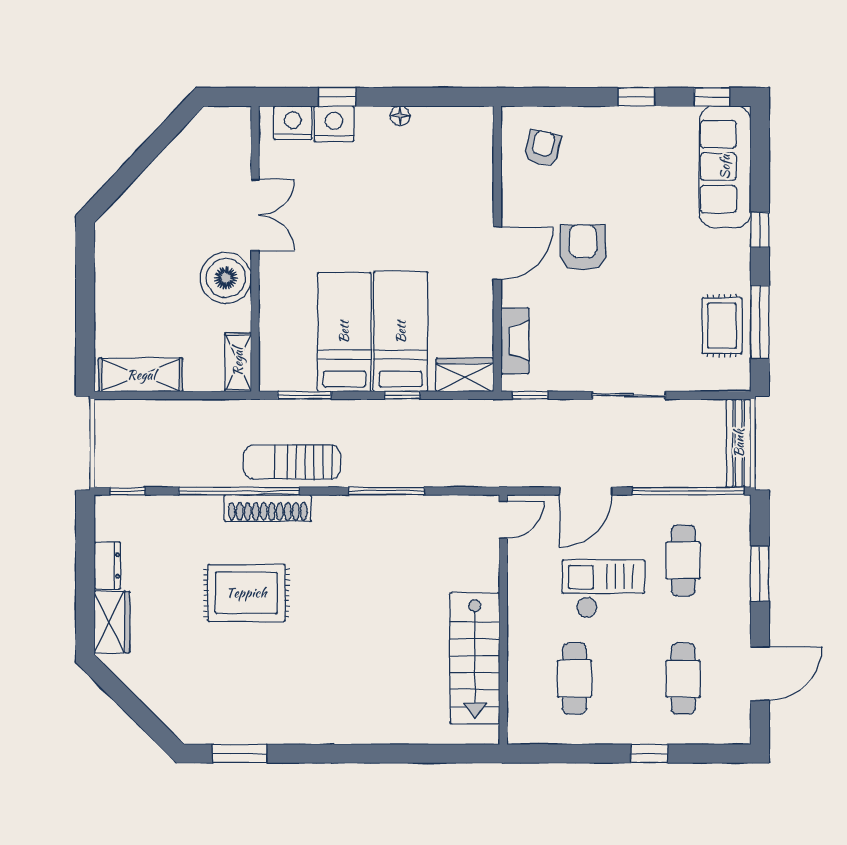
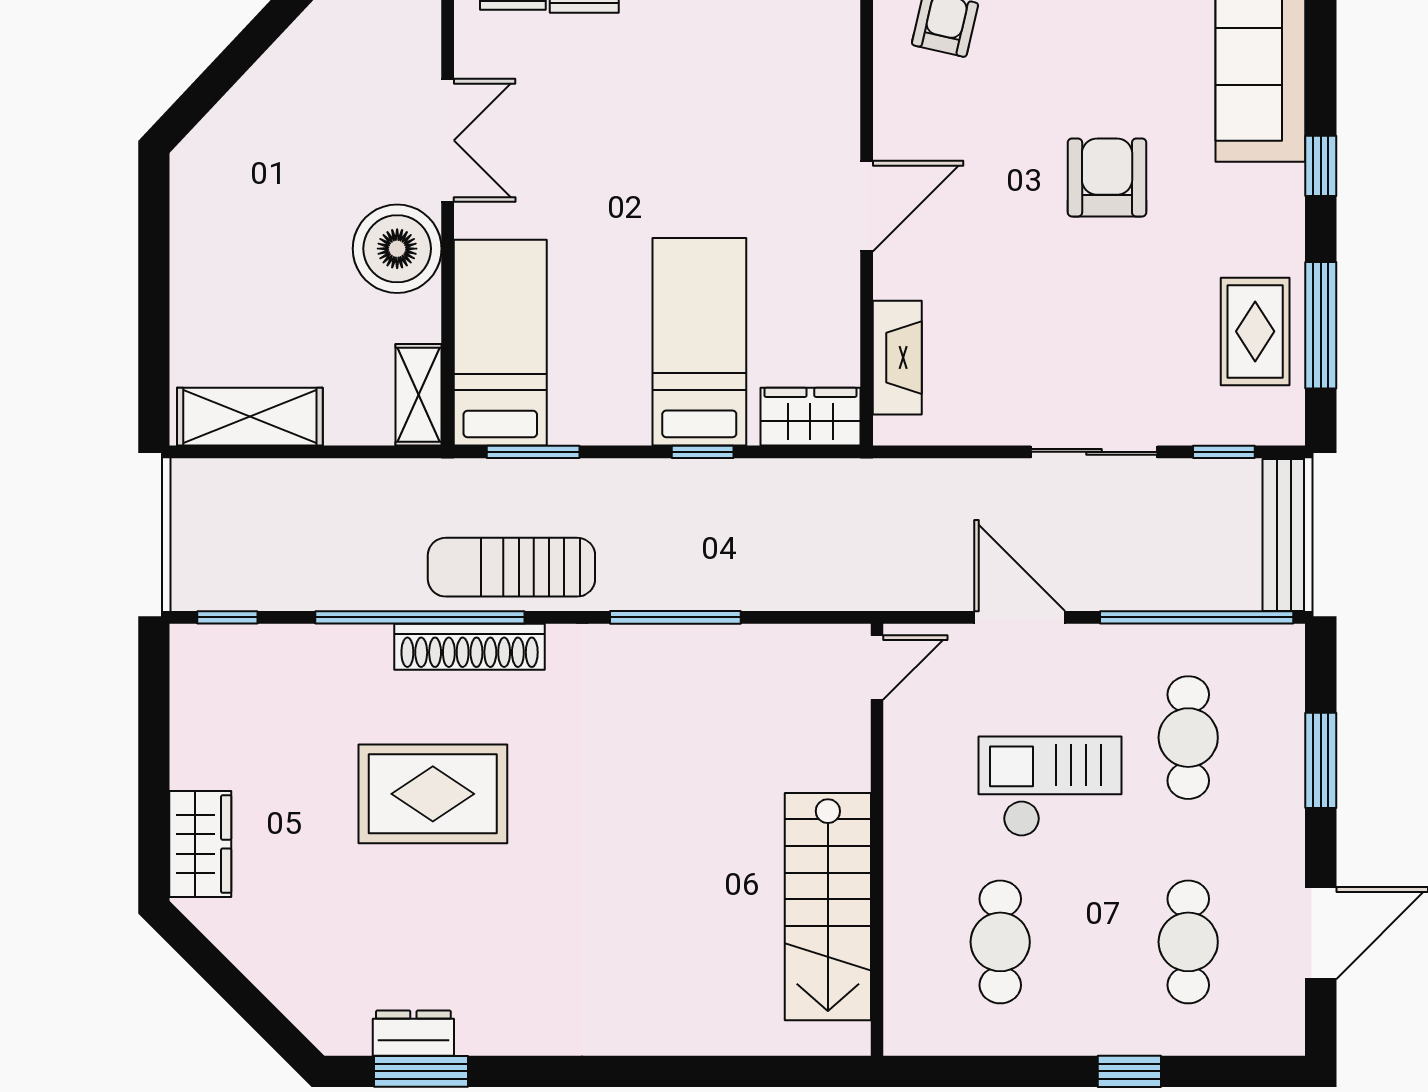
armchair: (583, 248) -> (1107, 178), moved
bed: (344, 332) -> (500, 343), moved
window: (530, 395) -> (1224, 452), moved
door: (586, 491) -> (1020, 617), swing flipped
dresser: (107, 566) -> (413, 1033), moved, turned -90

